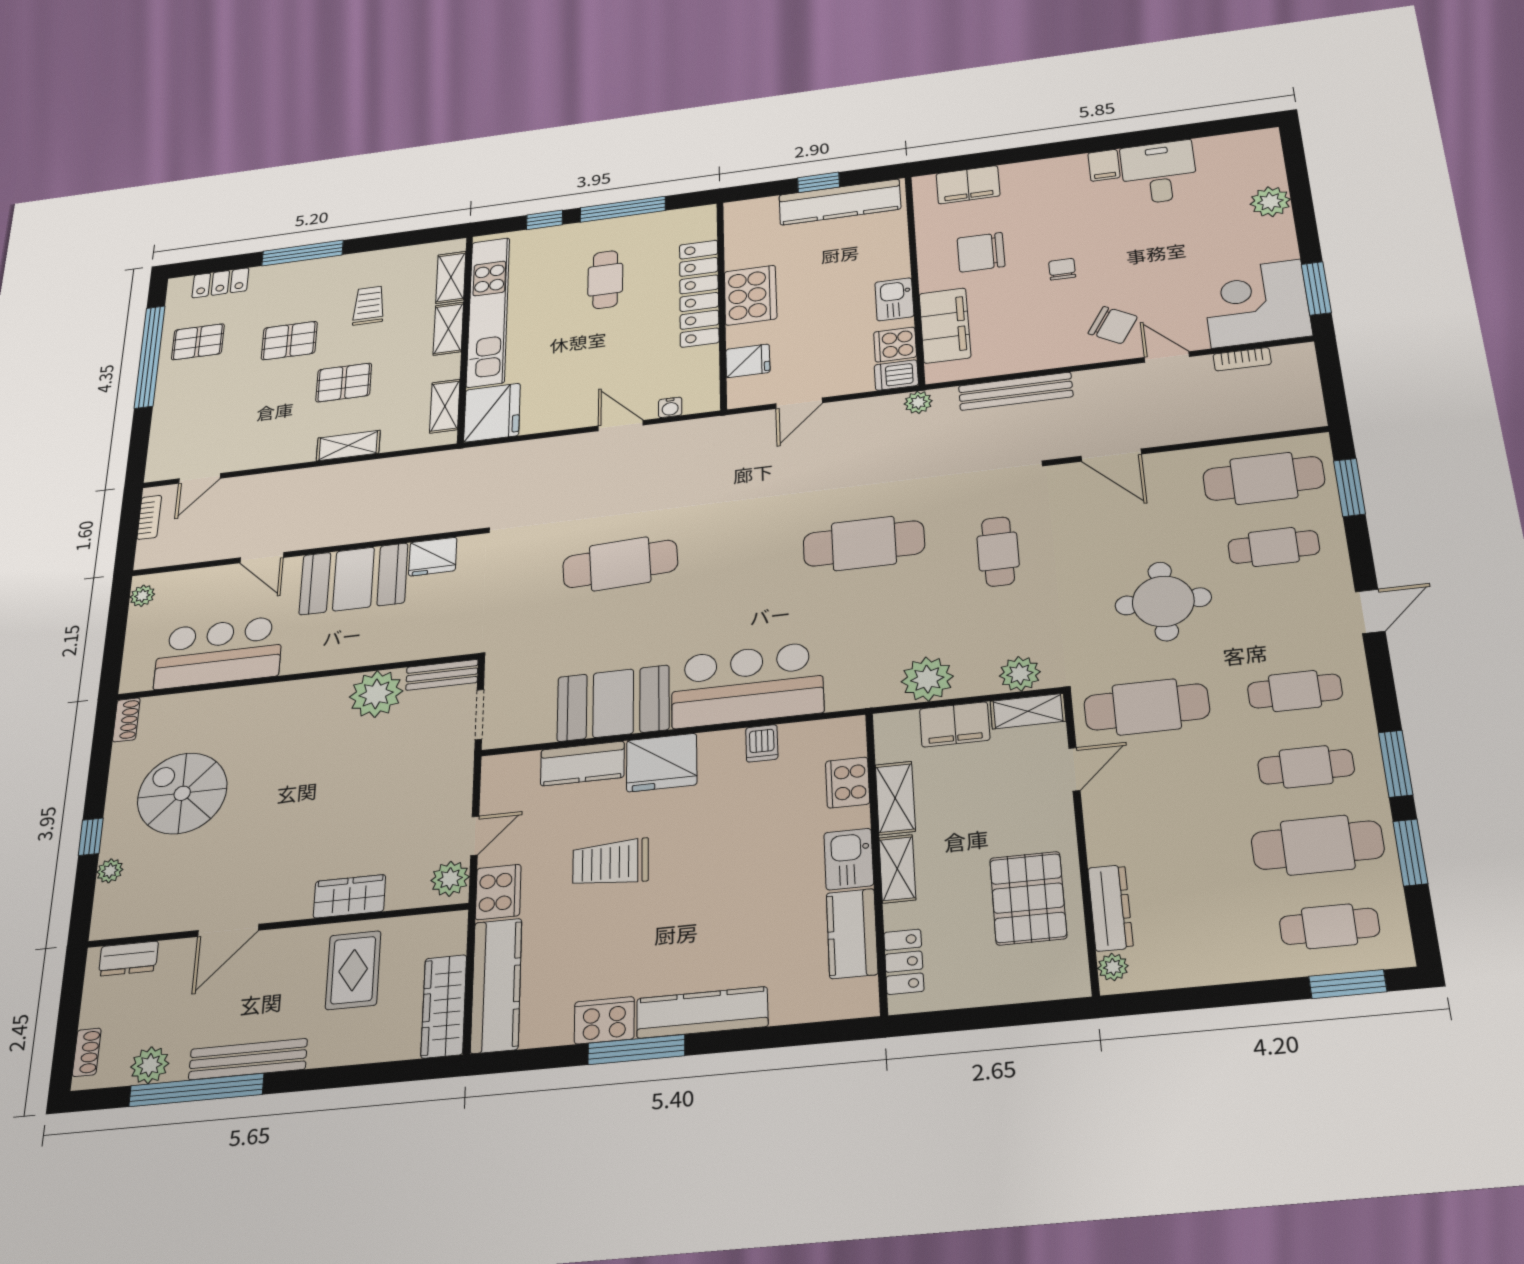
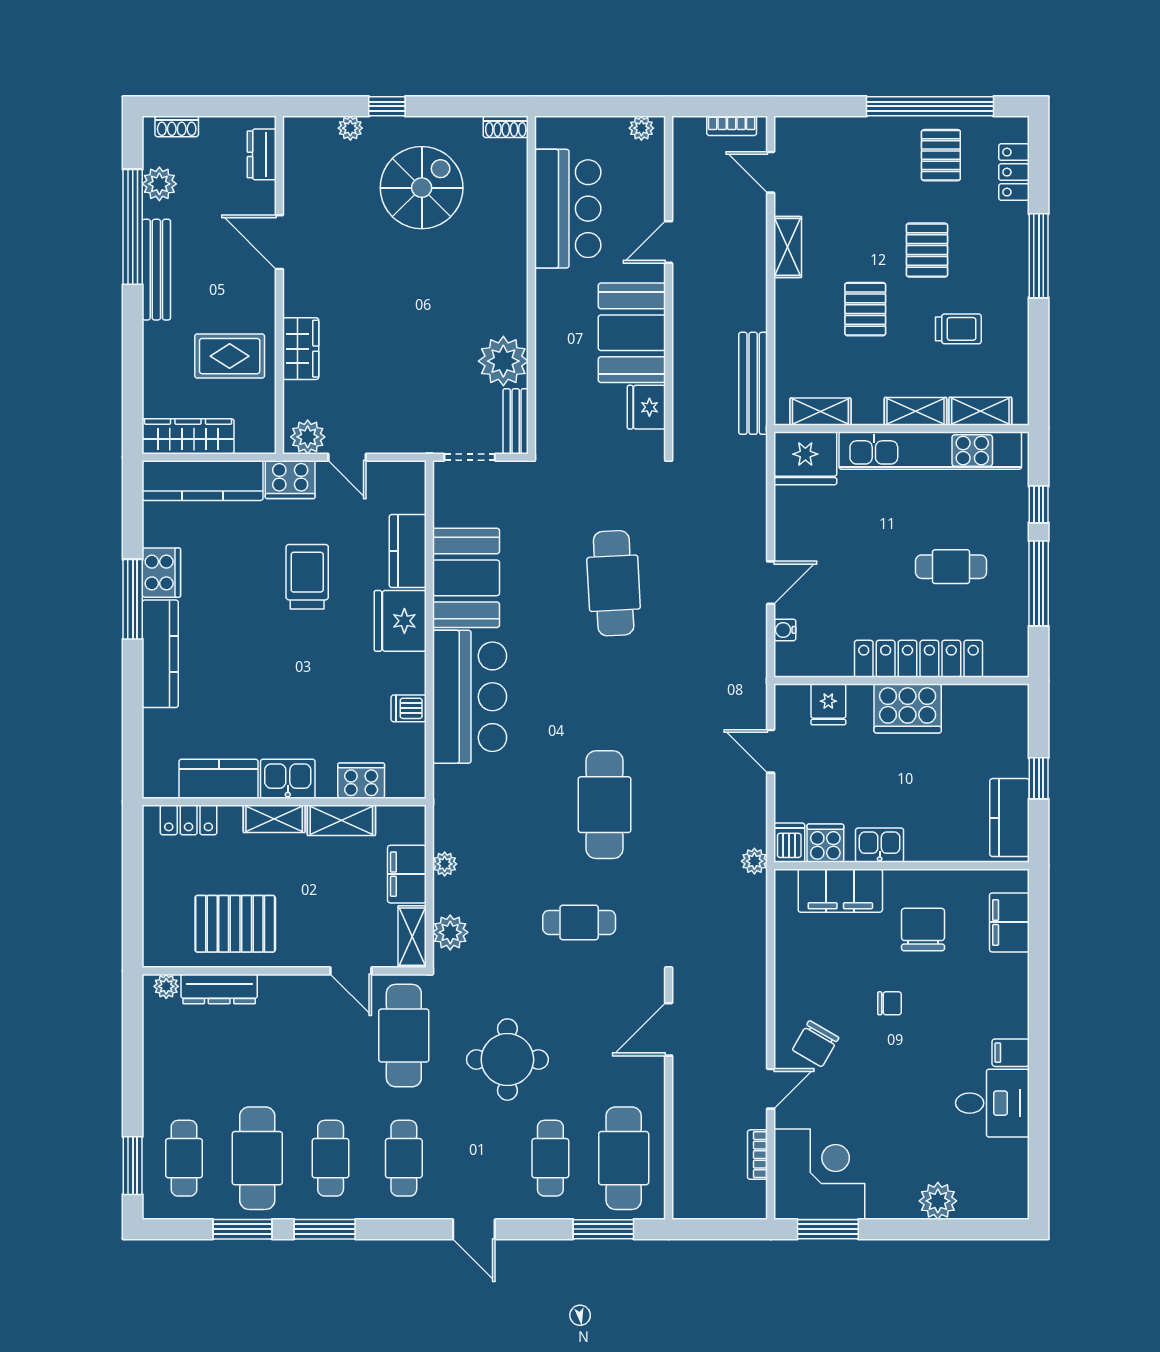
kitchen counter: (840, 202) -> (1010, 818), width x0.67
bench: (1016, 391) -> (753, 383), moved
shelving: (348, 446) -> (788, 247), moved
plant: (927, 679) -> (445, 864), width x0.53, depth x0.53

